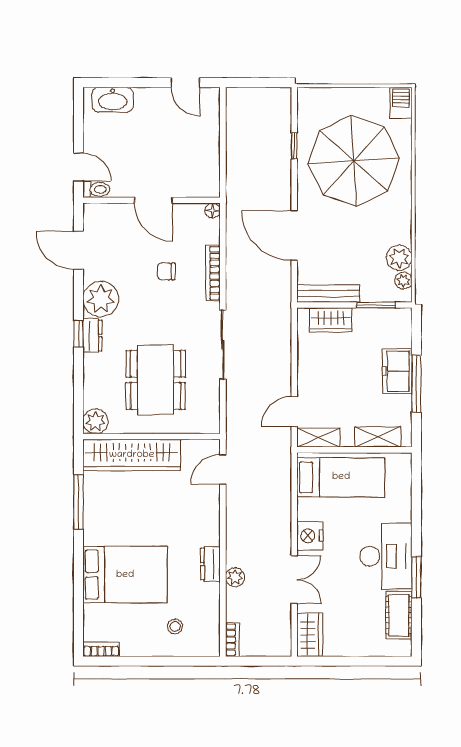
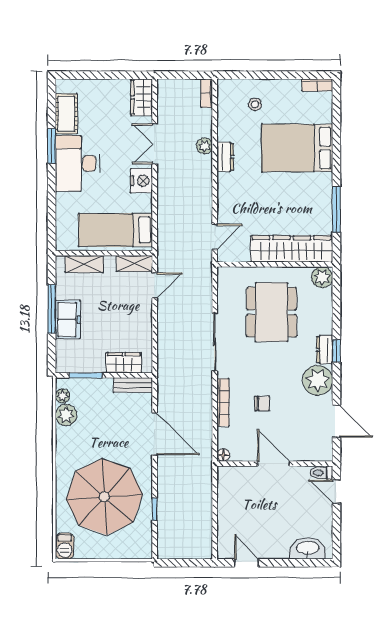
bench: (328, 294) -> (133, 385), width x0.73

